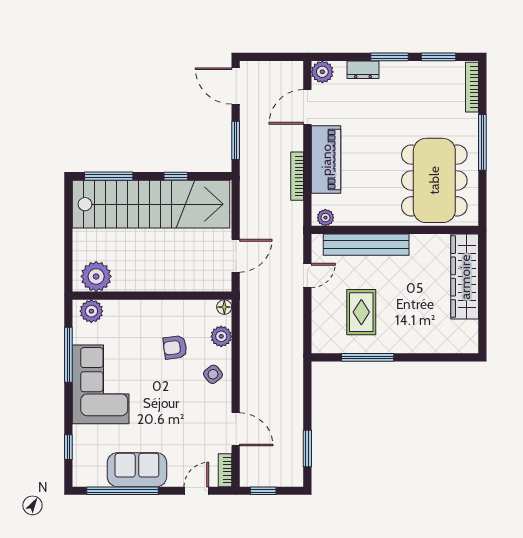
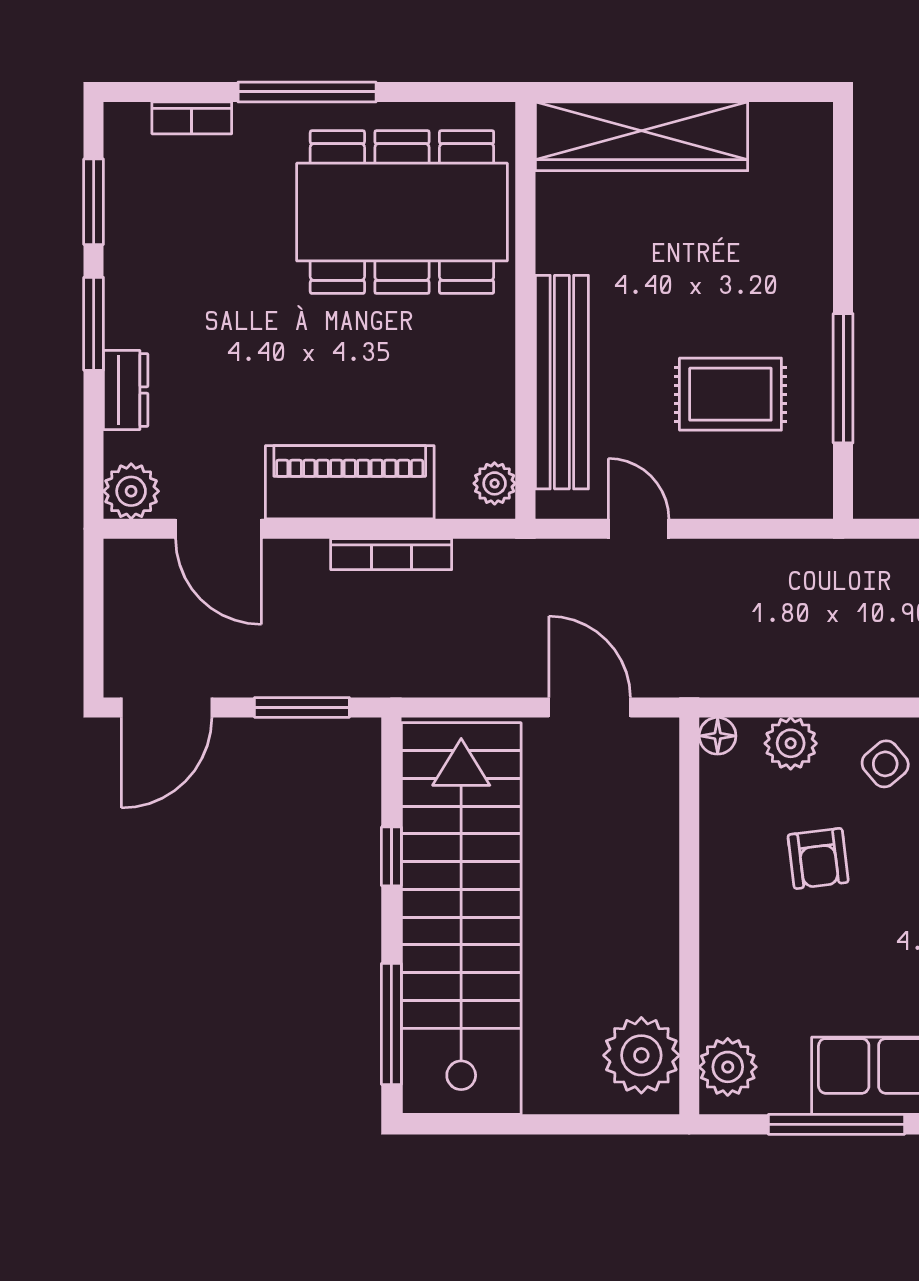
bookcase: (472, 87) -> (192, 118), width x0.64

